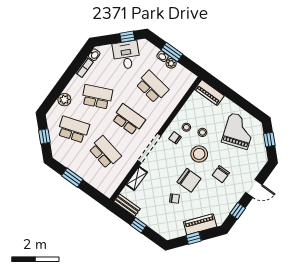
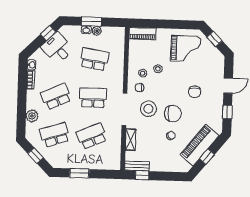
grand piano: (239, 131) -> (186, 48), turned 109
school desk: (105, 152) -> (92, 136), turned -36
stool: (199, 154) -> (148, 109), moved
piano: (200, 224) -> (200, 145), width x1.37, depth x1.33
window: (138, 225) -> (142, 175), moved

